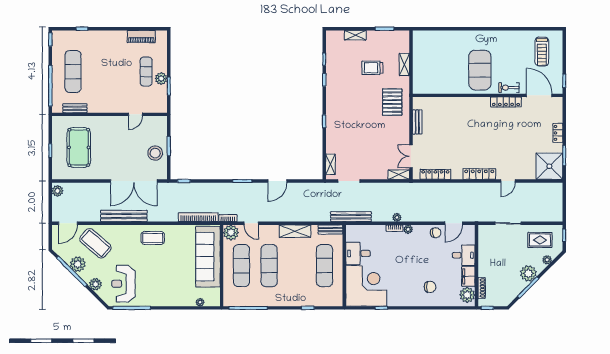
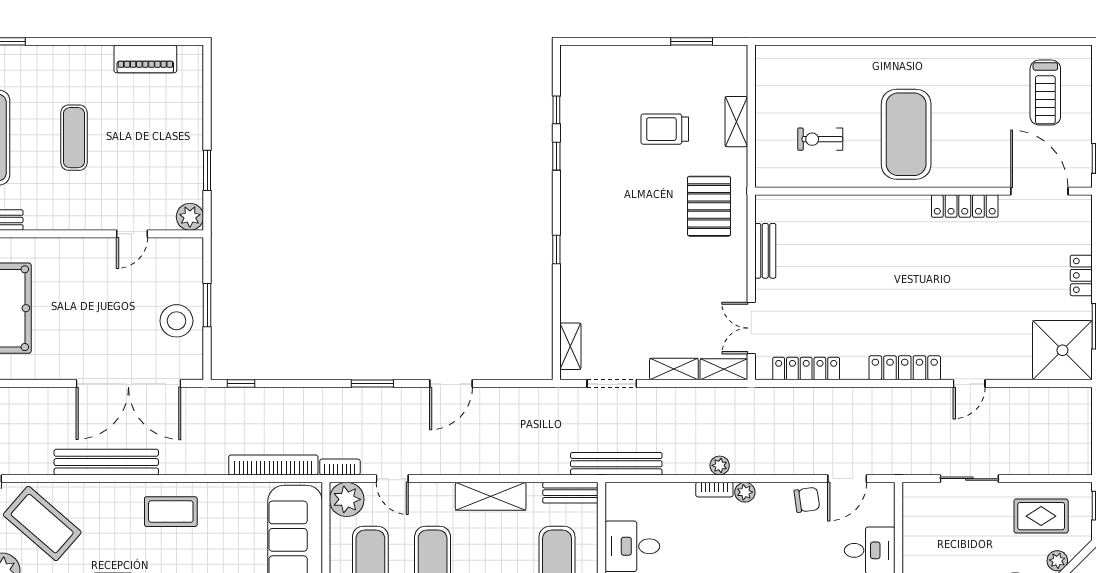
shelving: (355, 35) -> (674, 369), moved
exercise mat: (146, 72) -> (74, 138), moved
plant: (161, 79) -> (190, 217), moved
exercise bike: (509, 88) -> (820, 139), moved

